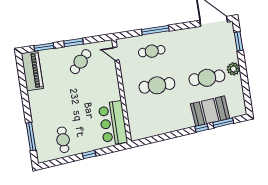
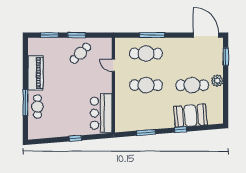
cafe table: (152, 51) -> (146, 54), width x1.37, depth x1.35
door: (116, 54) -> (113, 65), moved
piano: (32, 71) -> (36, 73), moved
window: (223, 123) -> (146, 132), moved
window: (31, 137) -> (25, 103), moved
cafe table: (63, 140) -> (37, 107), moved

